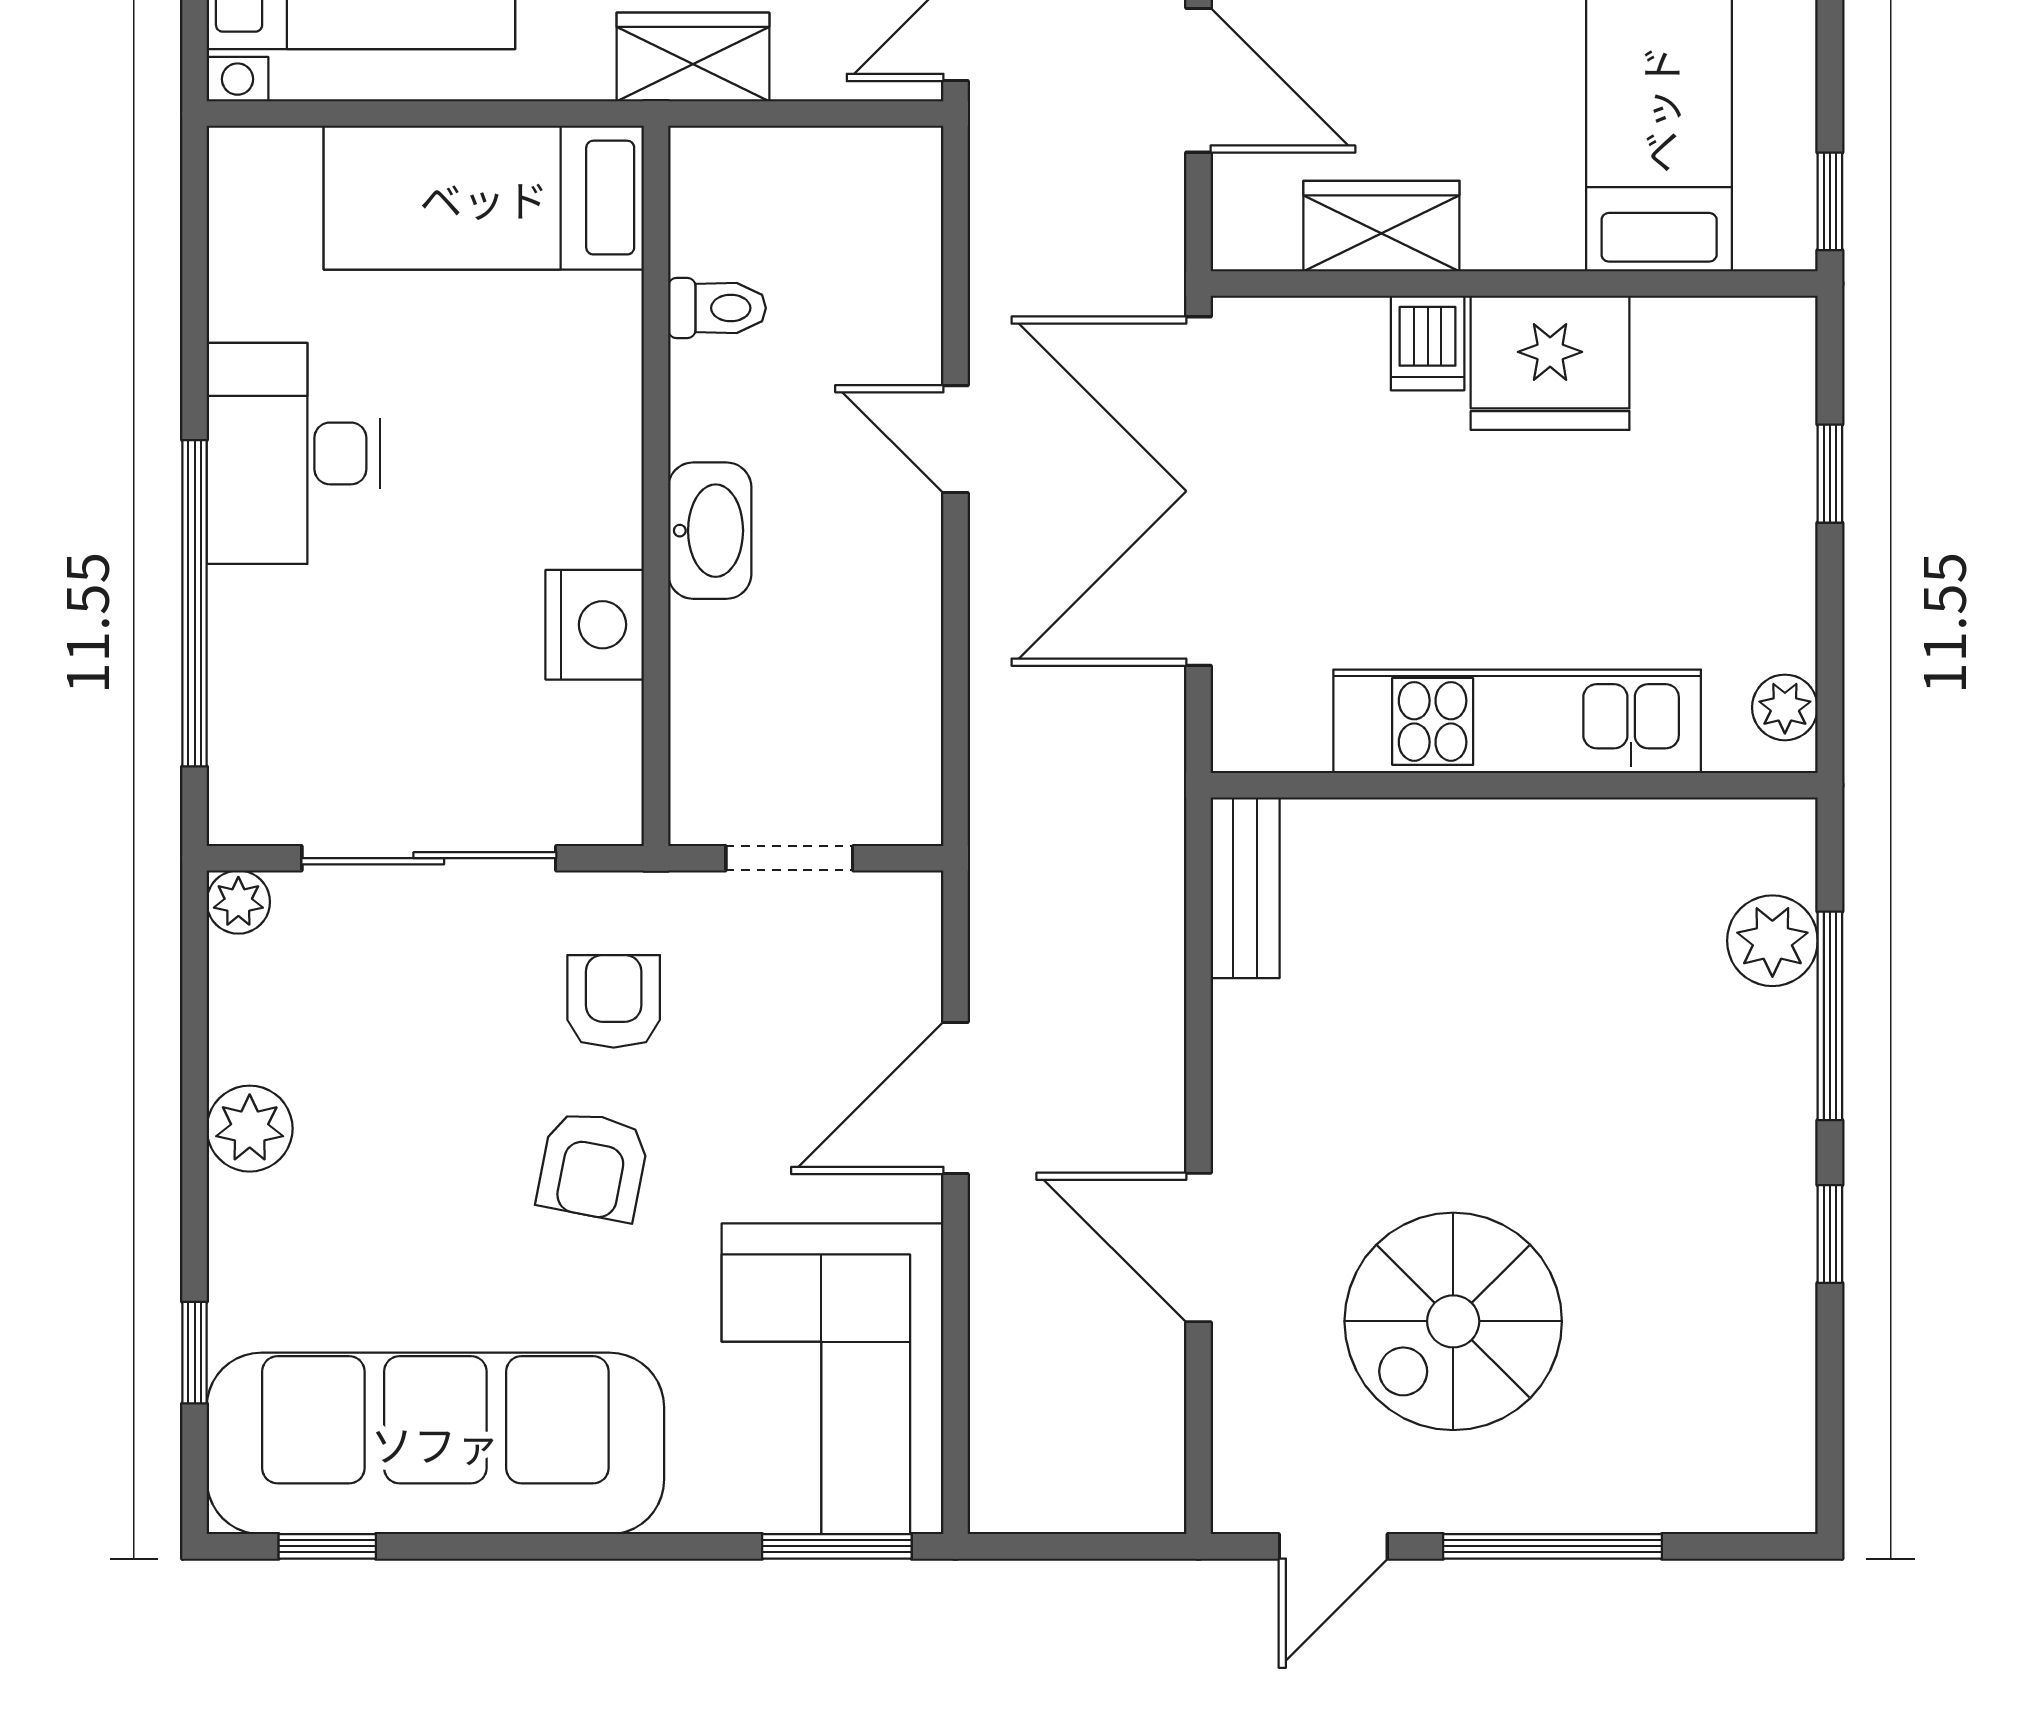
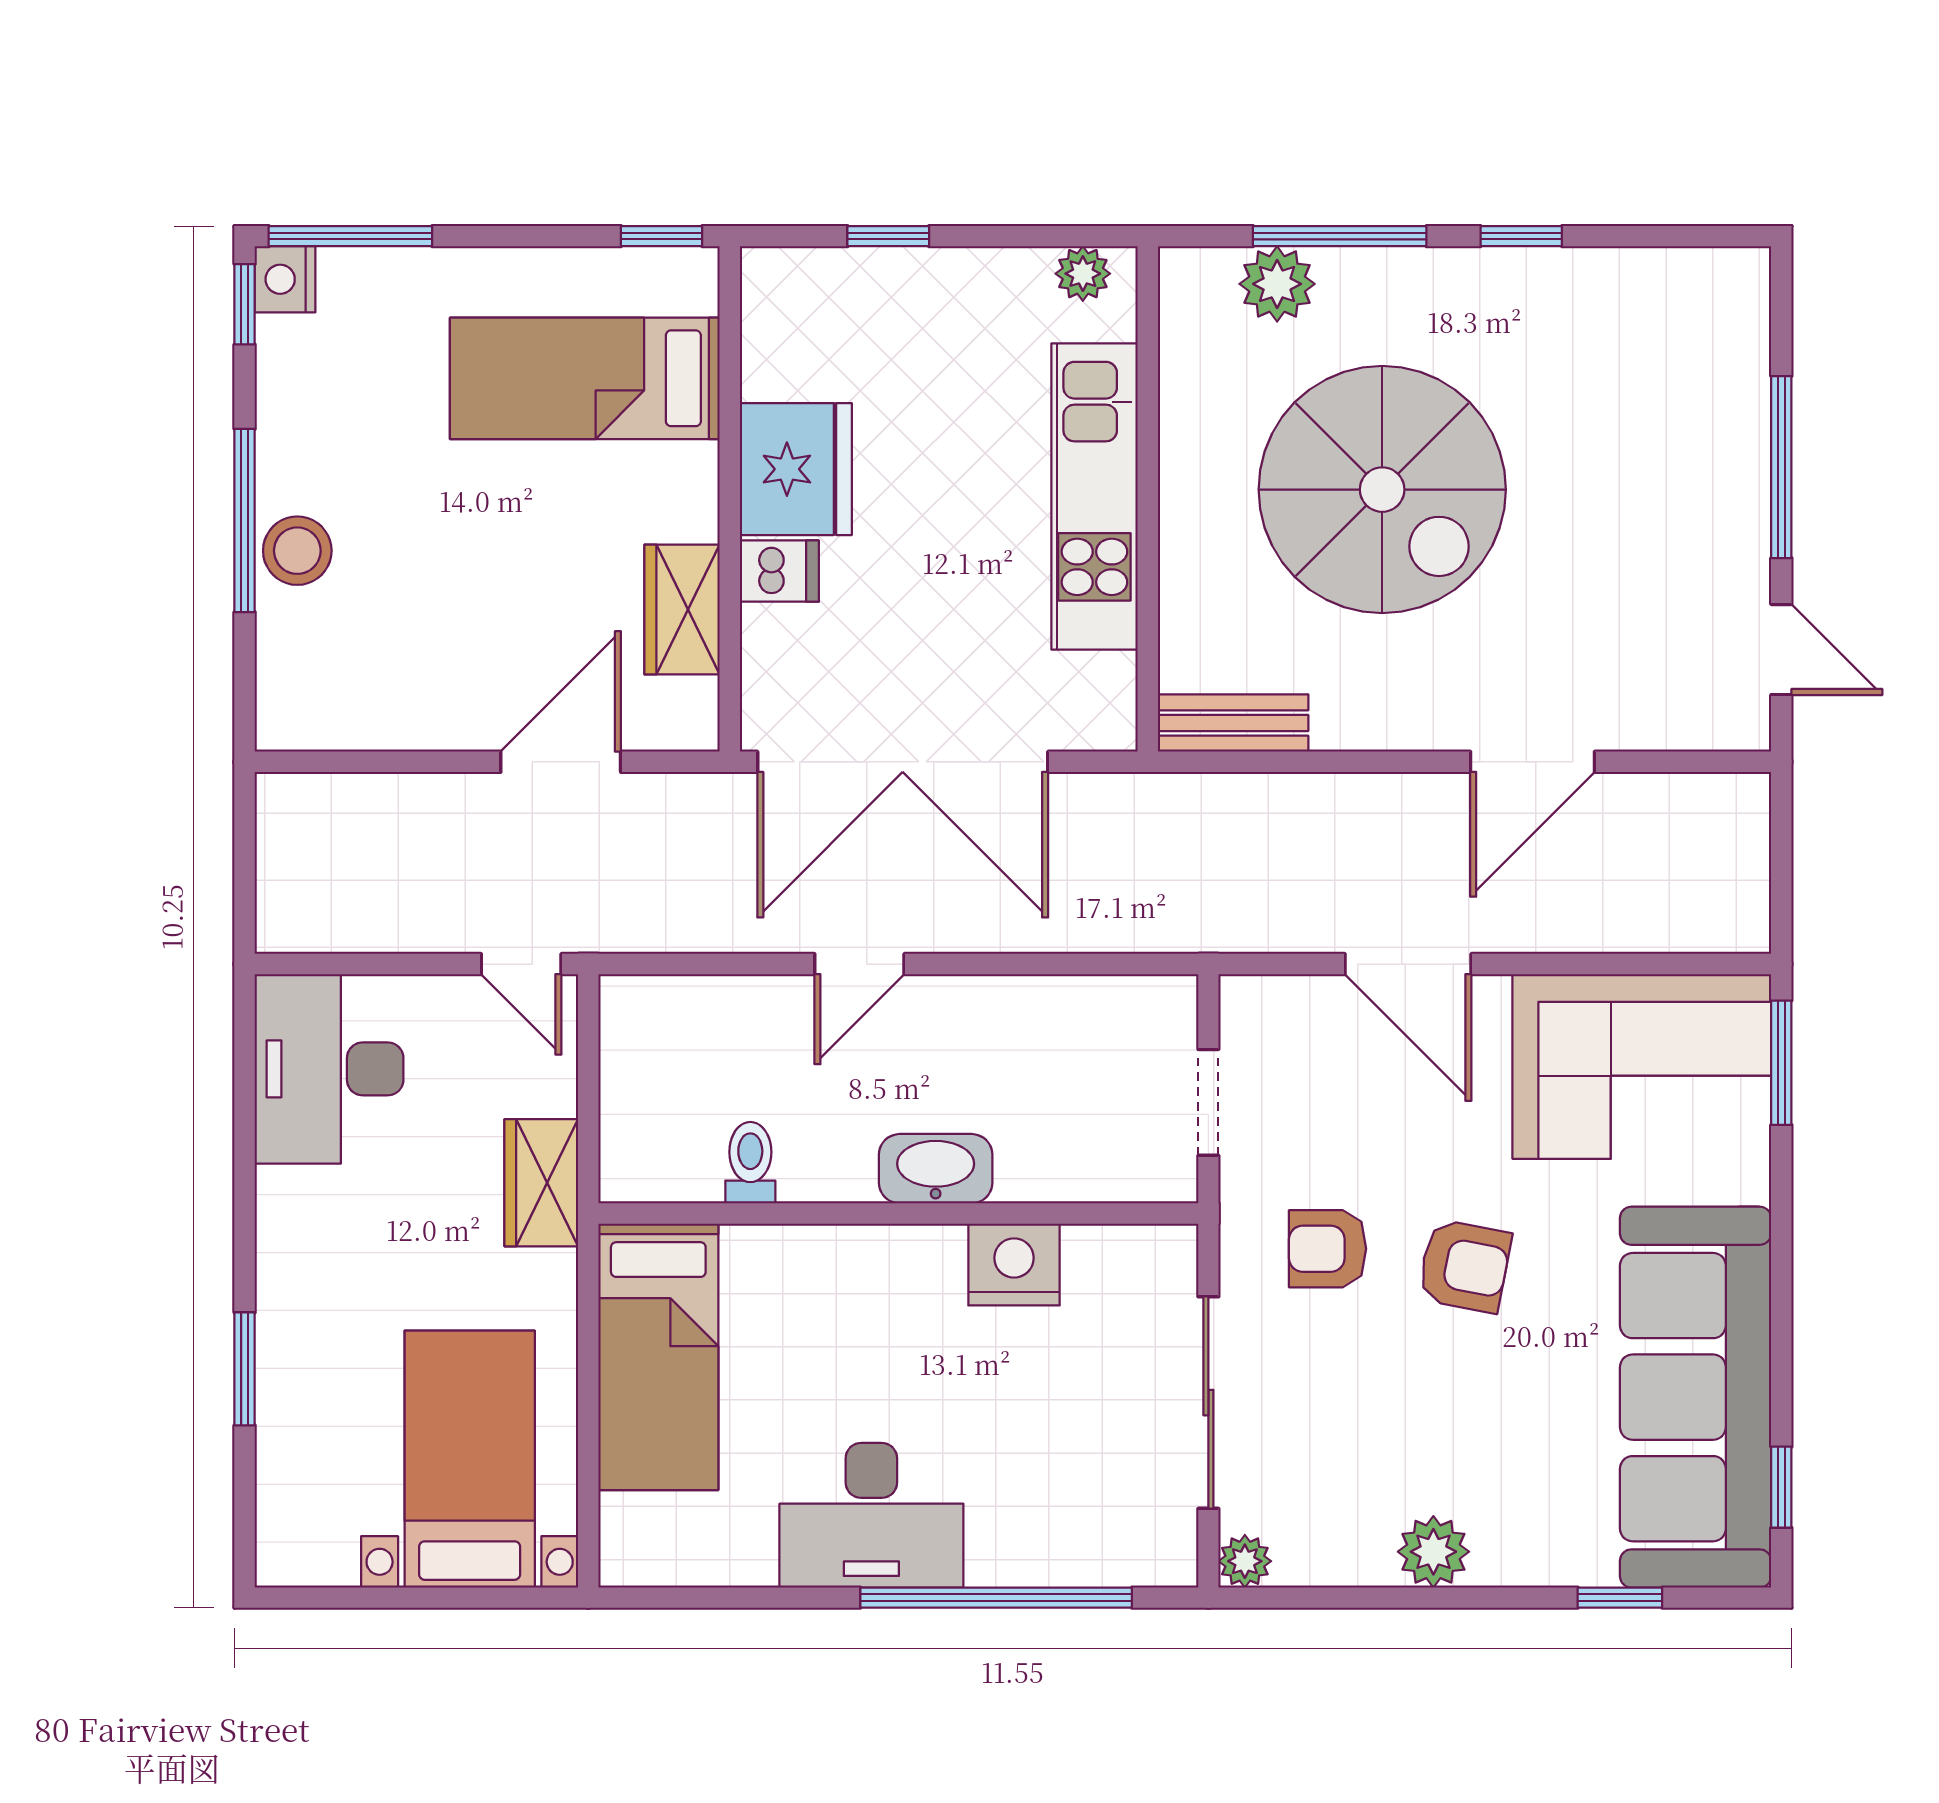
spiral stairs: (1453, 1321) -> (1382, 490), moved, width x1.37, depth x1.37

